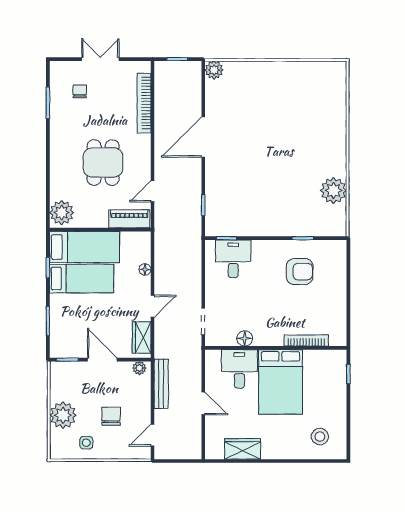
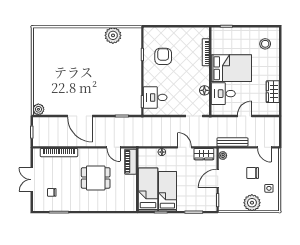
plant: (62, 213) -> (127, 204), removed

